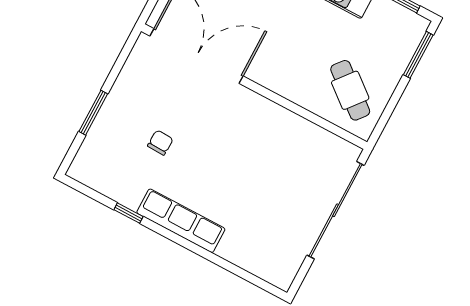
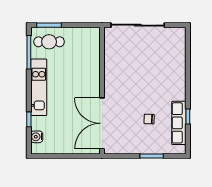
cafe table: (350, 90) -> (49, 42), moved, turned 51
row of seats: (181, 221) -> (179, 123), moved

